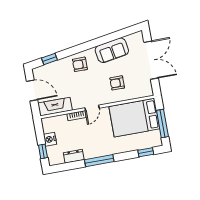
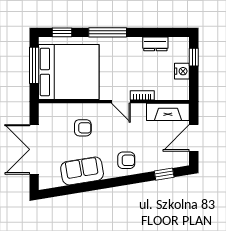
door: (32, 90) -> (194, 138), hinge flipped
door: (92, 108) -> (121, 102), swing flipped
bed: (134, 118) -> (69, 72), width x1.36
window: (99, 161) -> (108, 32), moved

